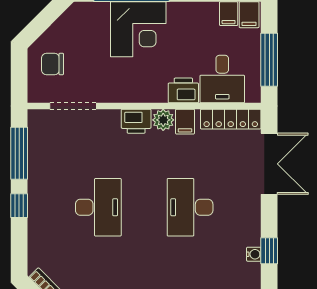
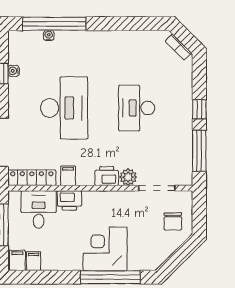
chair: (52, 64) -> (173, 221), turned 90
plant: (163, 120) -> (128, 177), moved
desk: (190, 207) -> (64, 108), width x1.36, depth x1.30

